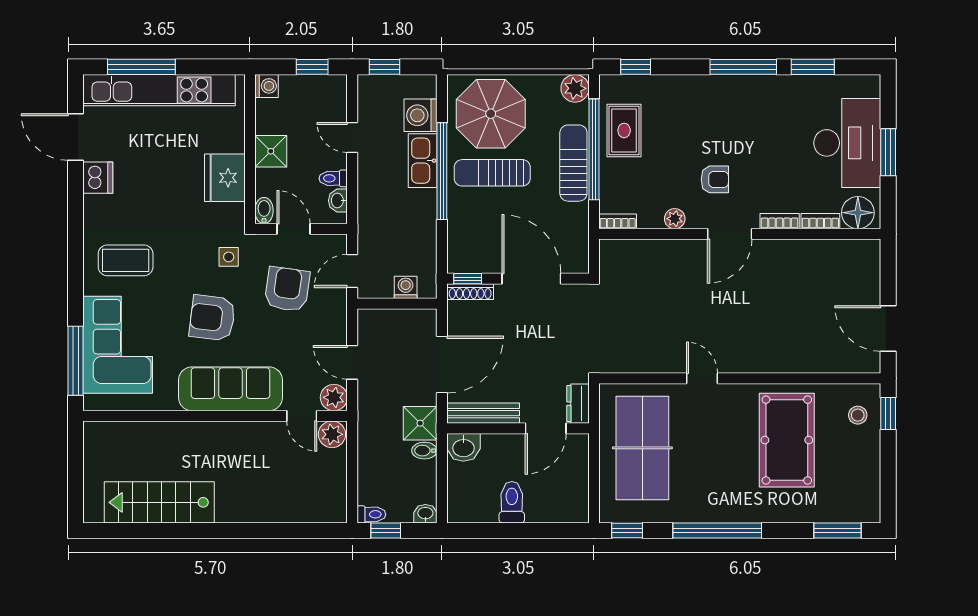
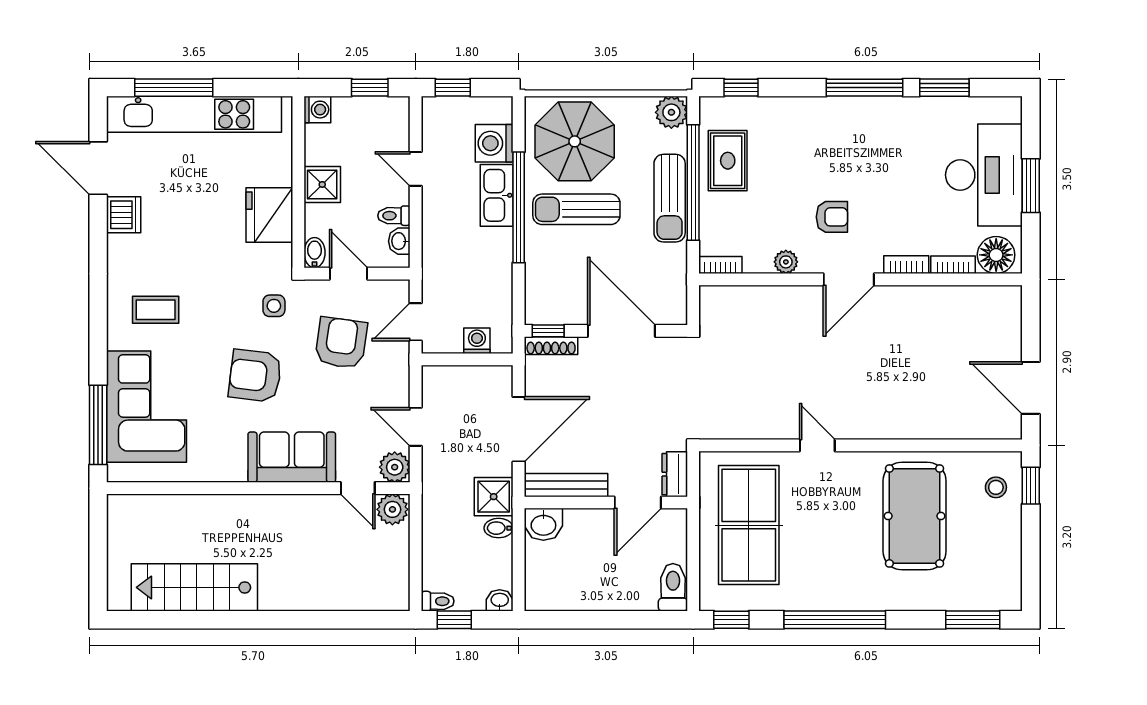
sun lounger: (573, 163) -> (670, 198), turned 180
coffee table: (126, 260) -> (156, 310), width x0.73, depth x0.77
sofa: (230, 389) -> (292, 457), width x0.73
toilet: (512, 502) -> (673, 587), moved

